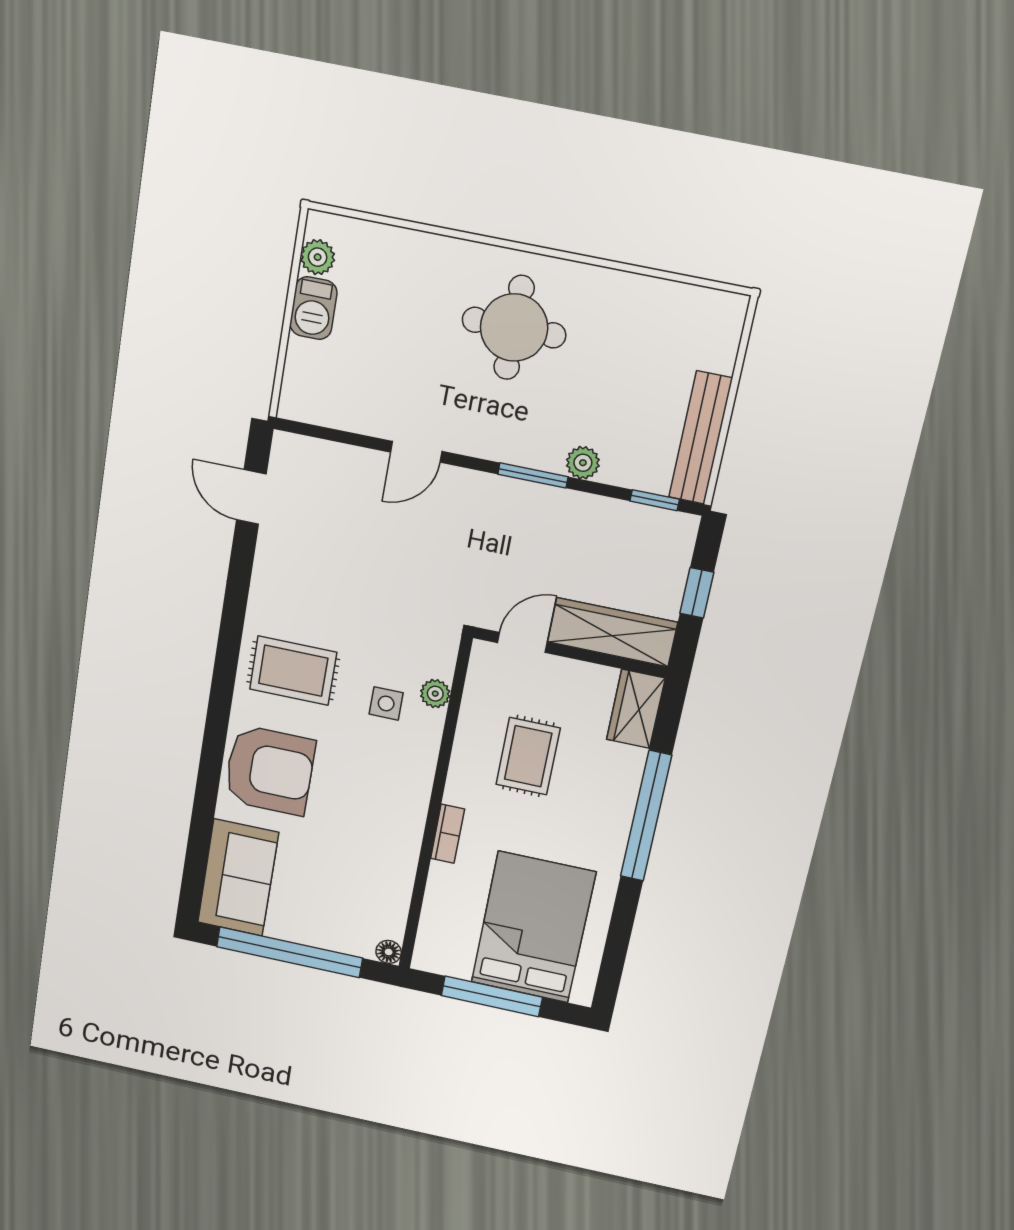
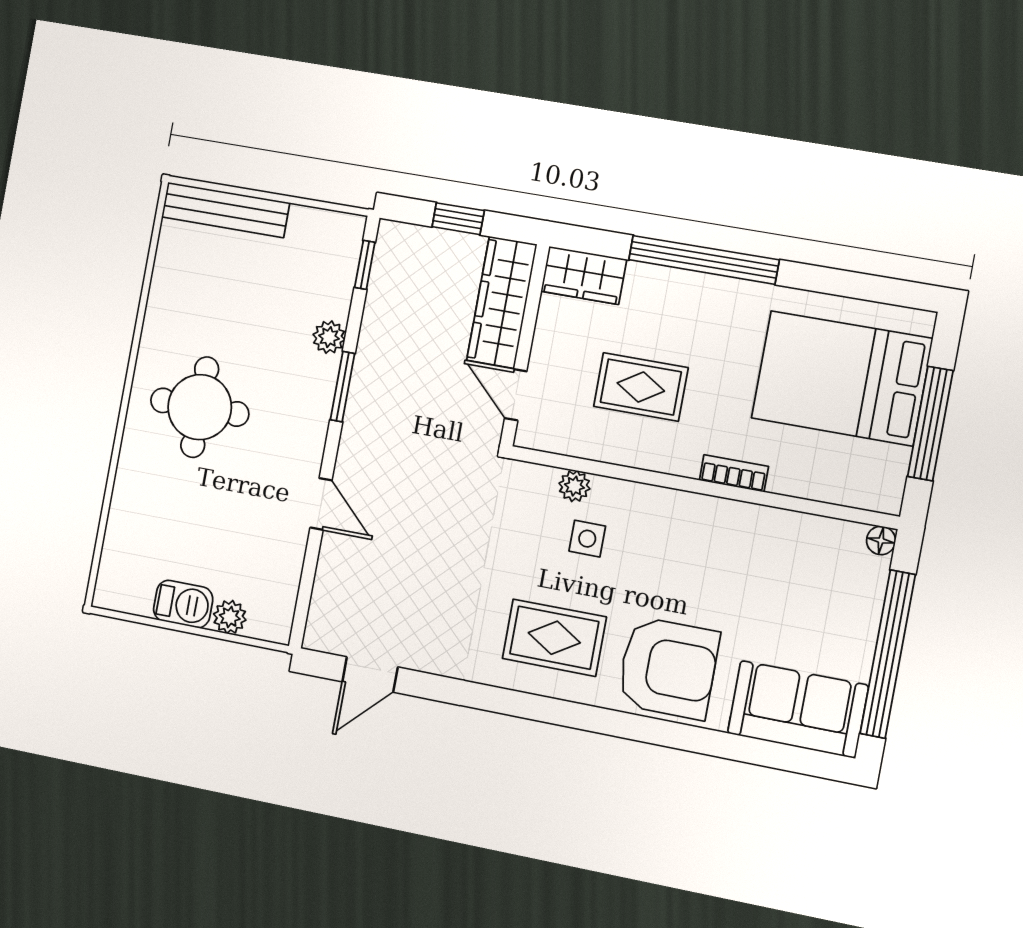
plant: (318, 257) -> (230, 617), moved
bench: (700, 438) -> (226, 210), moved
rug: (293, 671) -> (554, 638), turned 90
armchair: (269, 770) -> (668, 668), turned 90

